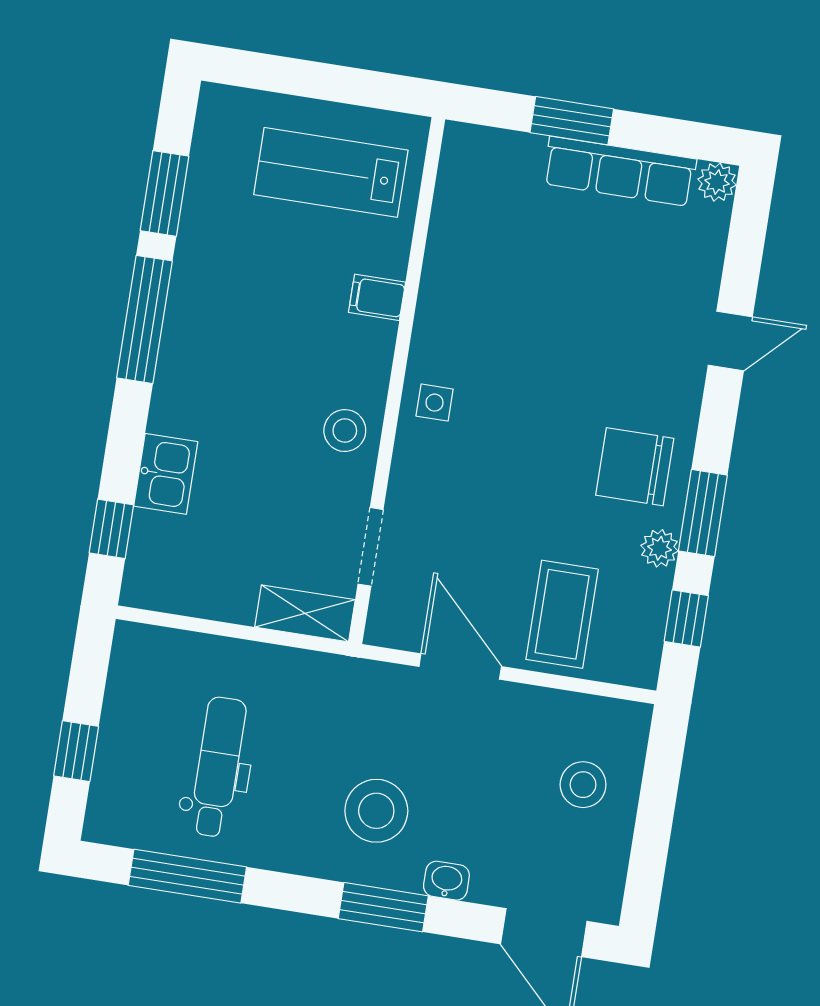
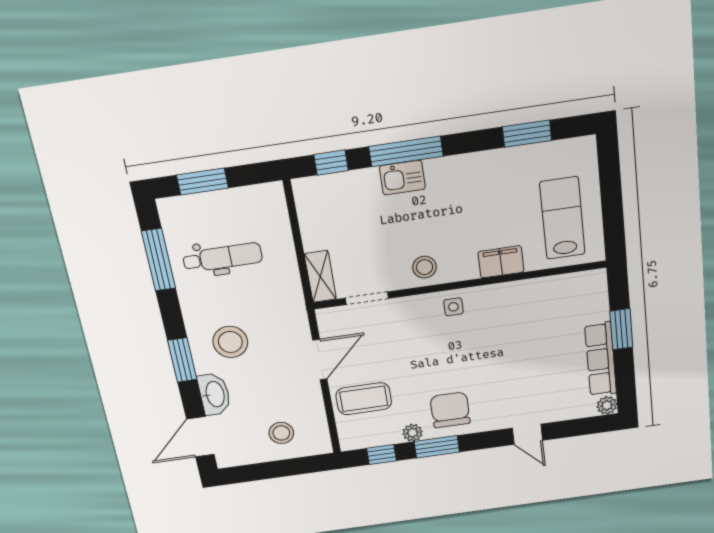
filing cabinet: (377, 297) -> (501, 262), width x2.00
window: (145, 319) -> (406, 151), moved
kitchen sink: (166, 474) -> (402, 178), moved
window: (76, 751) -> (202, 182), width x1.50
washbasin: (446, 881) -> (214, 394), width x1.91, depth x1.45

